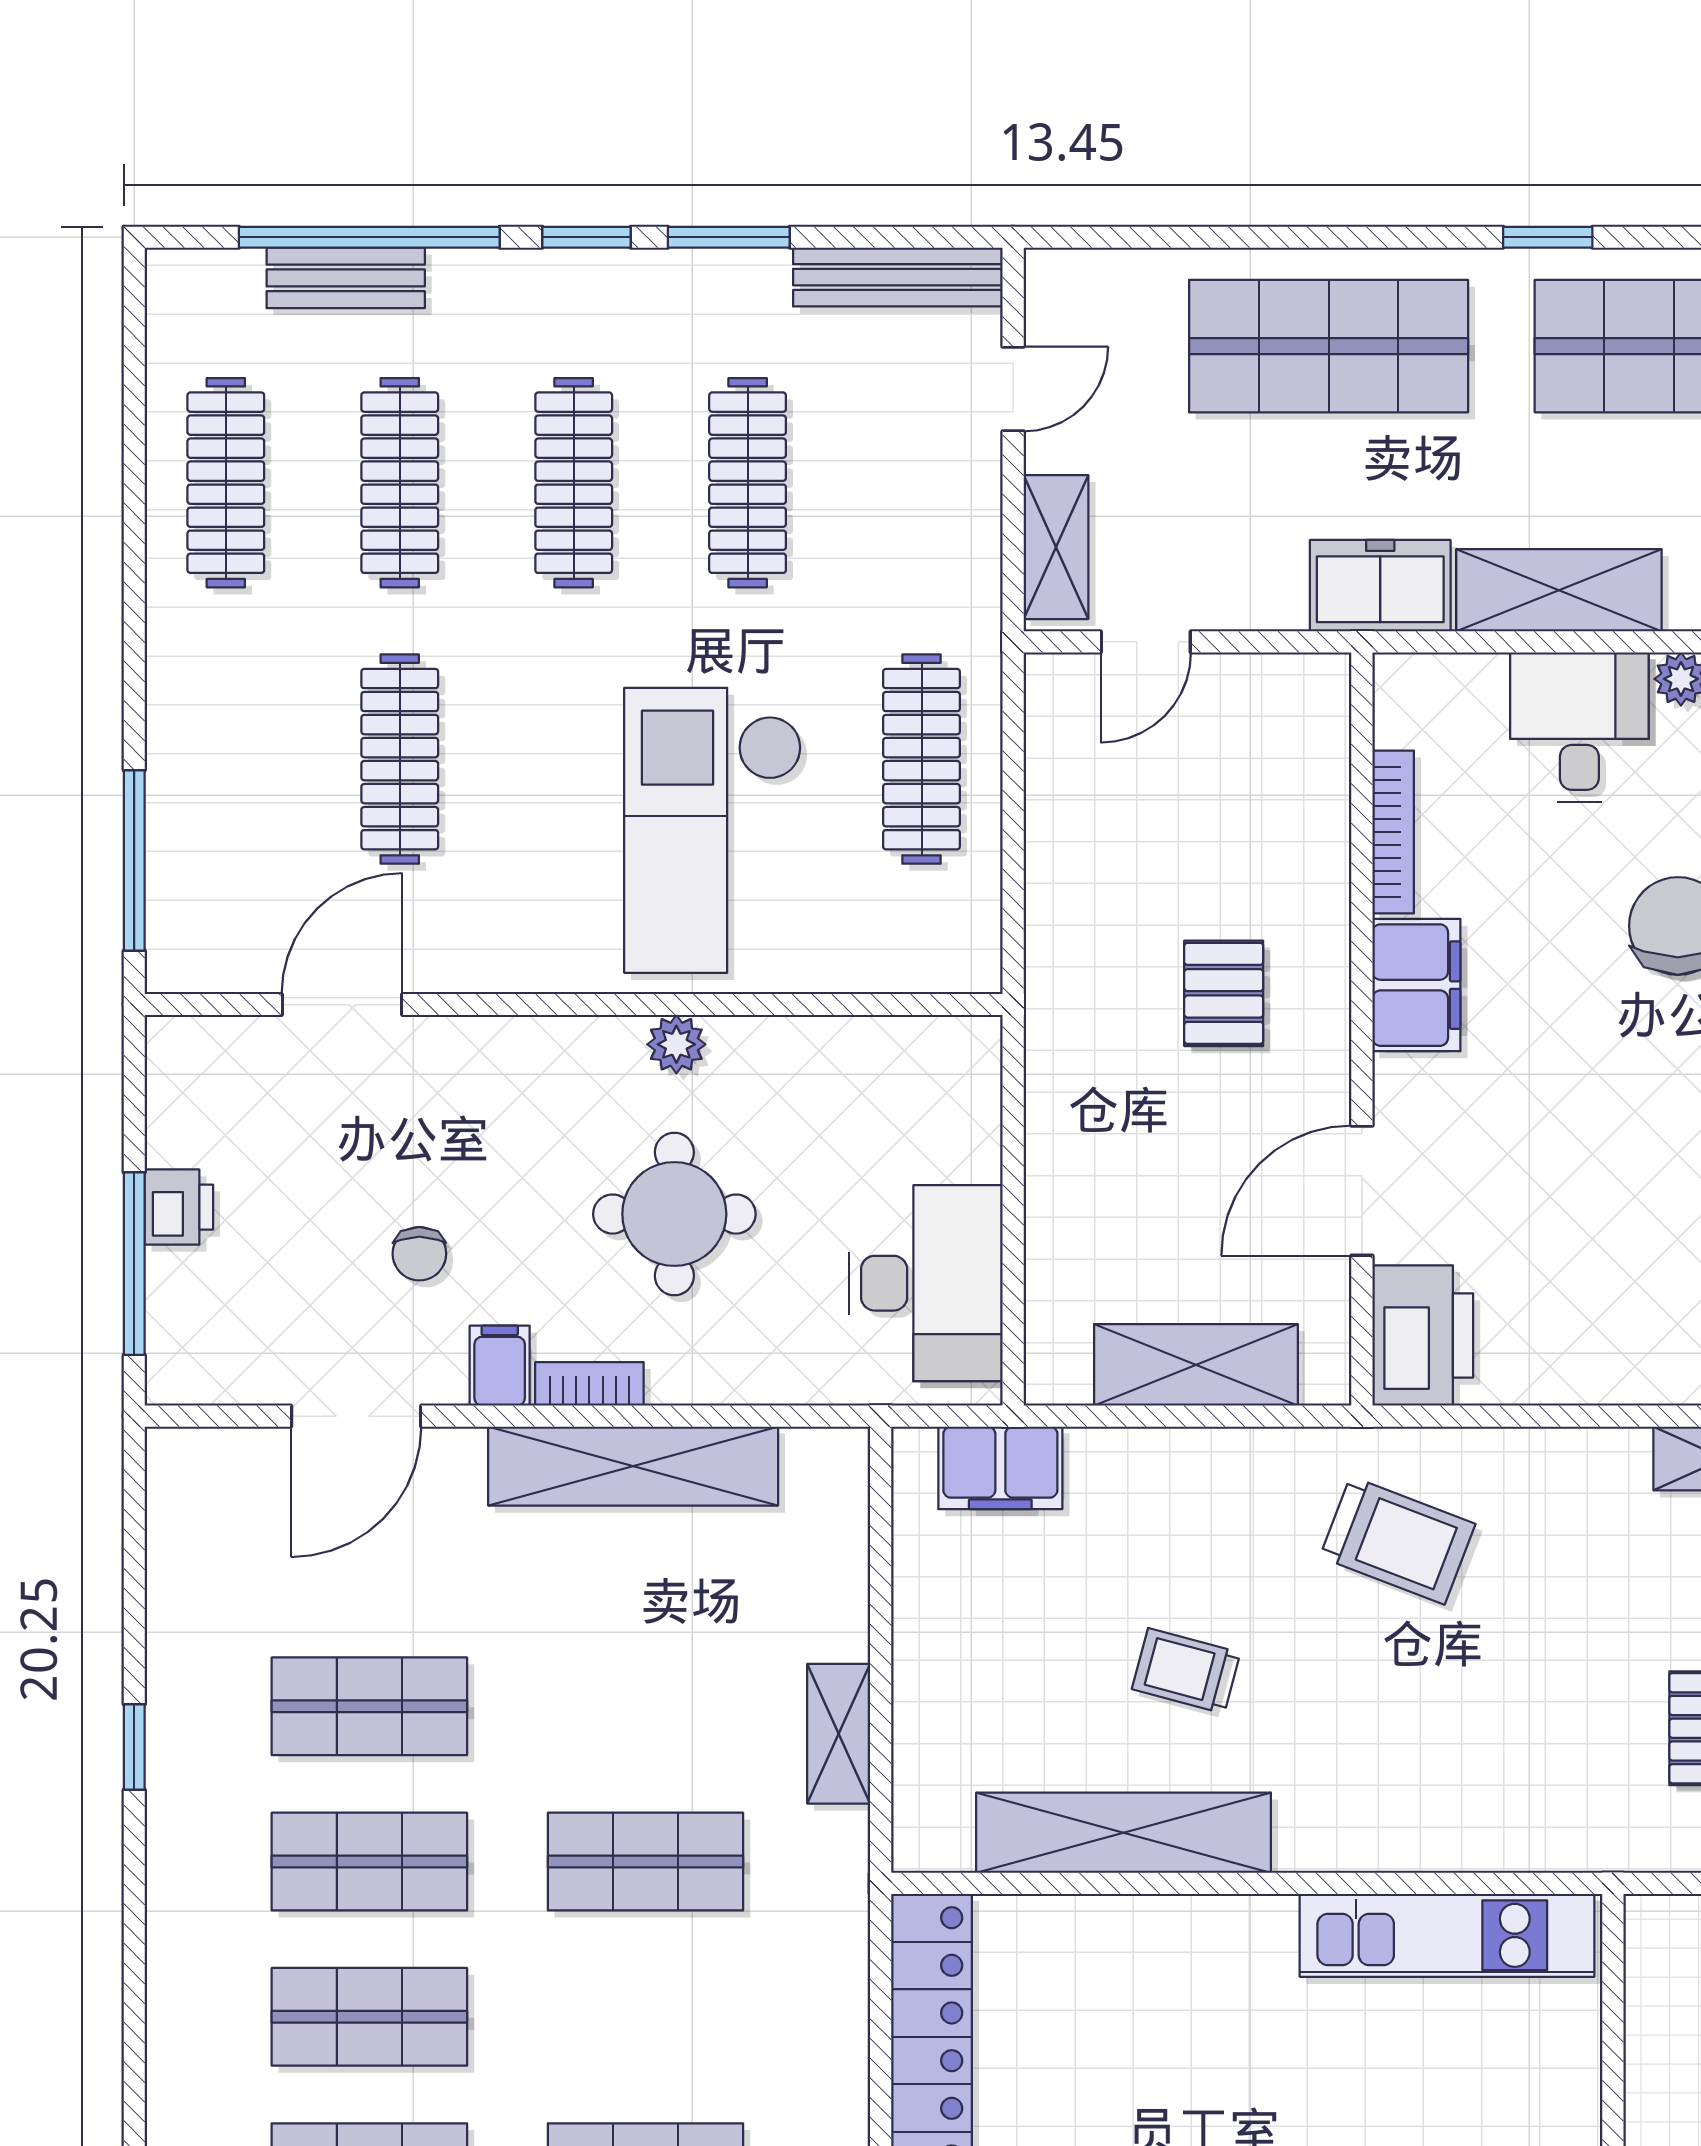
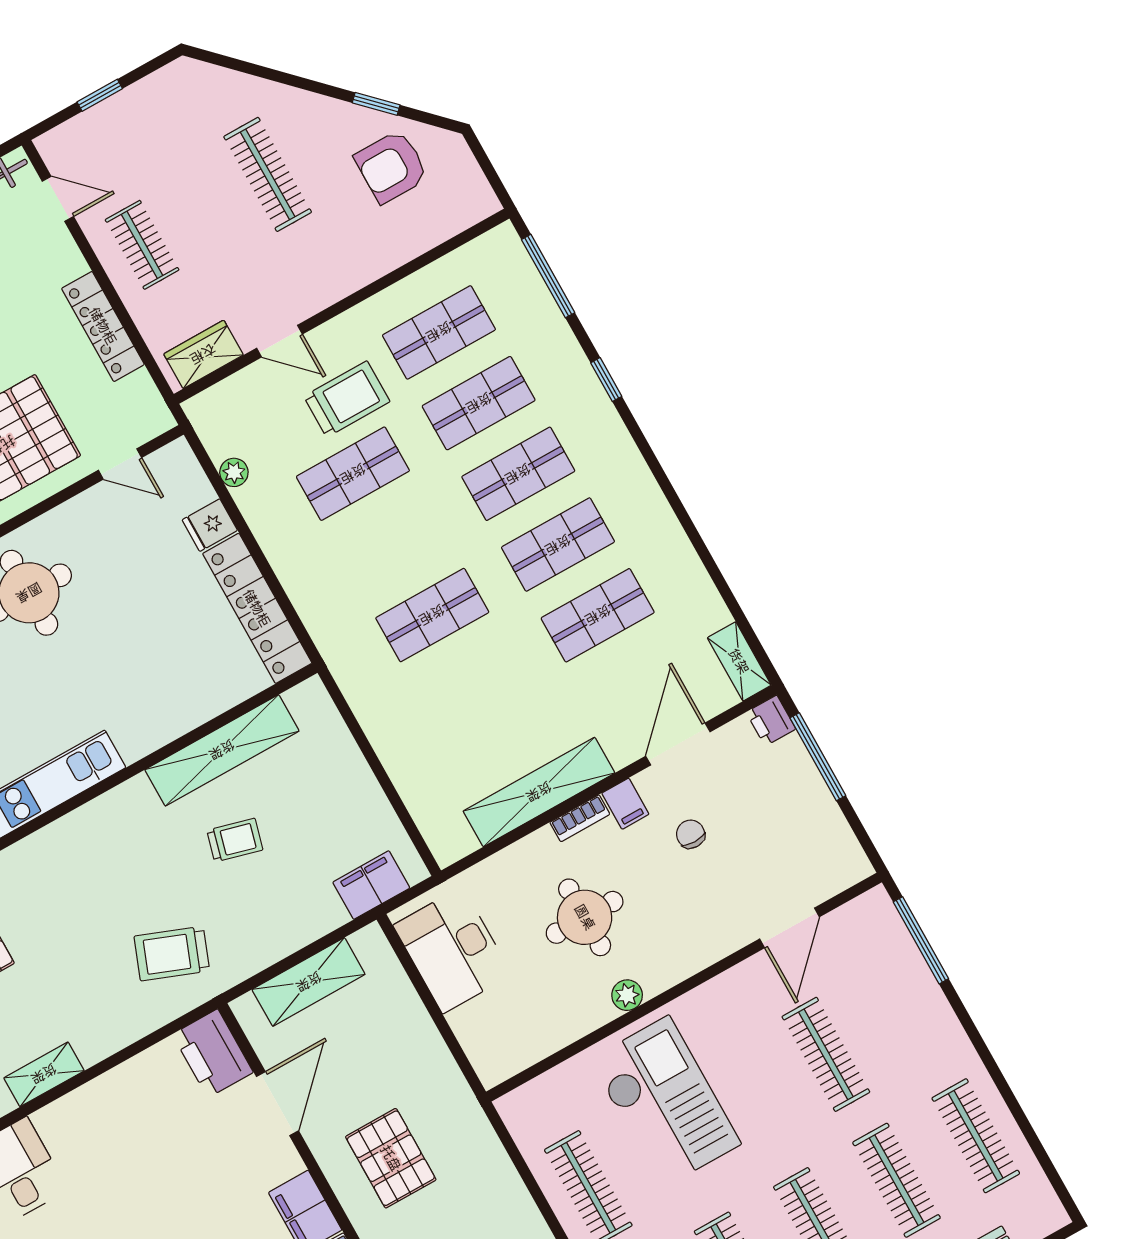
pallet: (1224, 993) -> (391, 1158), width x1.50, depth x1.42
printer: (179, 1207) -> (771, 721), moved
shelving: (839, 1734) -> (739, 661), moved
window: (134, 1747) -> (606, 380), moved

